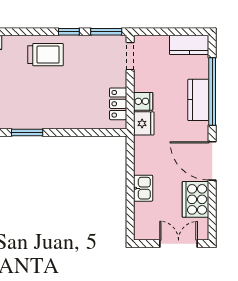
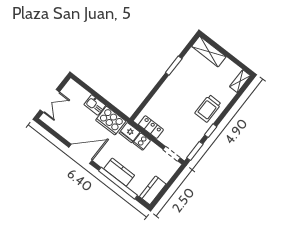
cooker: (195, 199) -> (111, 121), moved, turned 180

